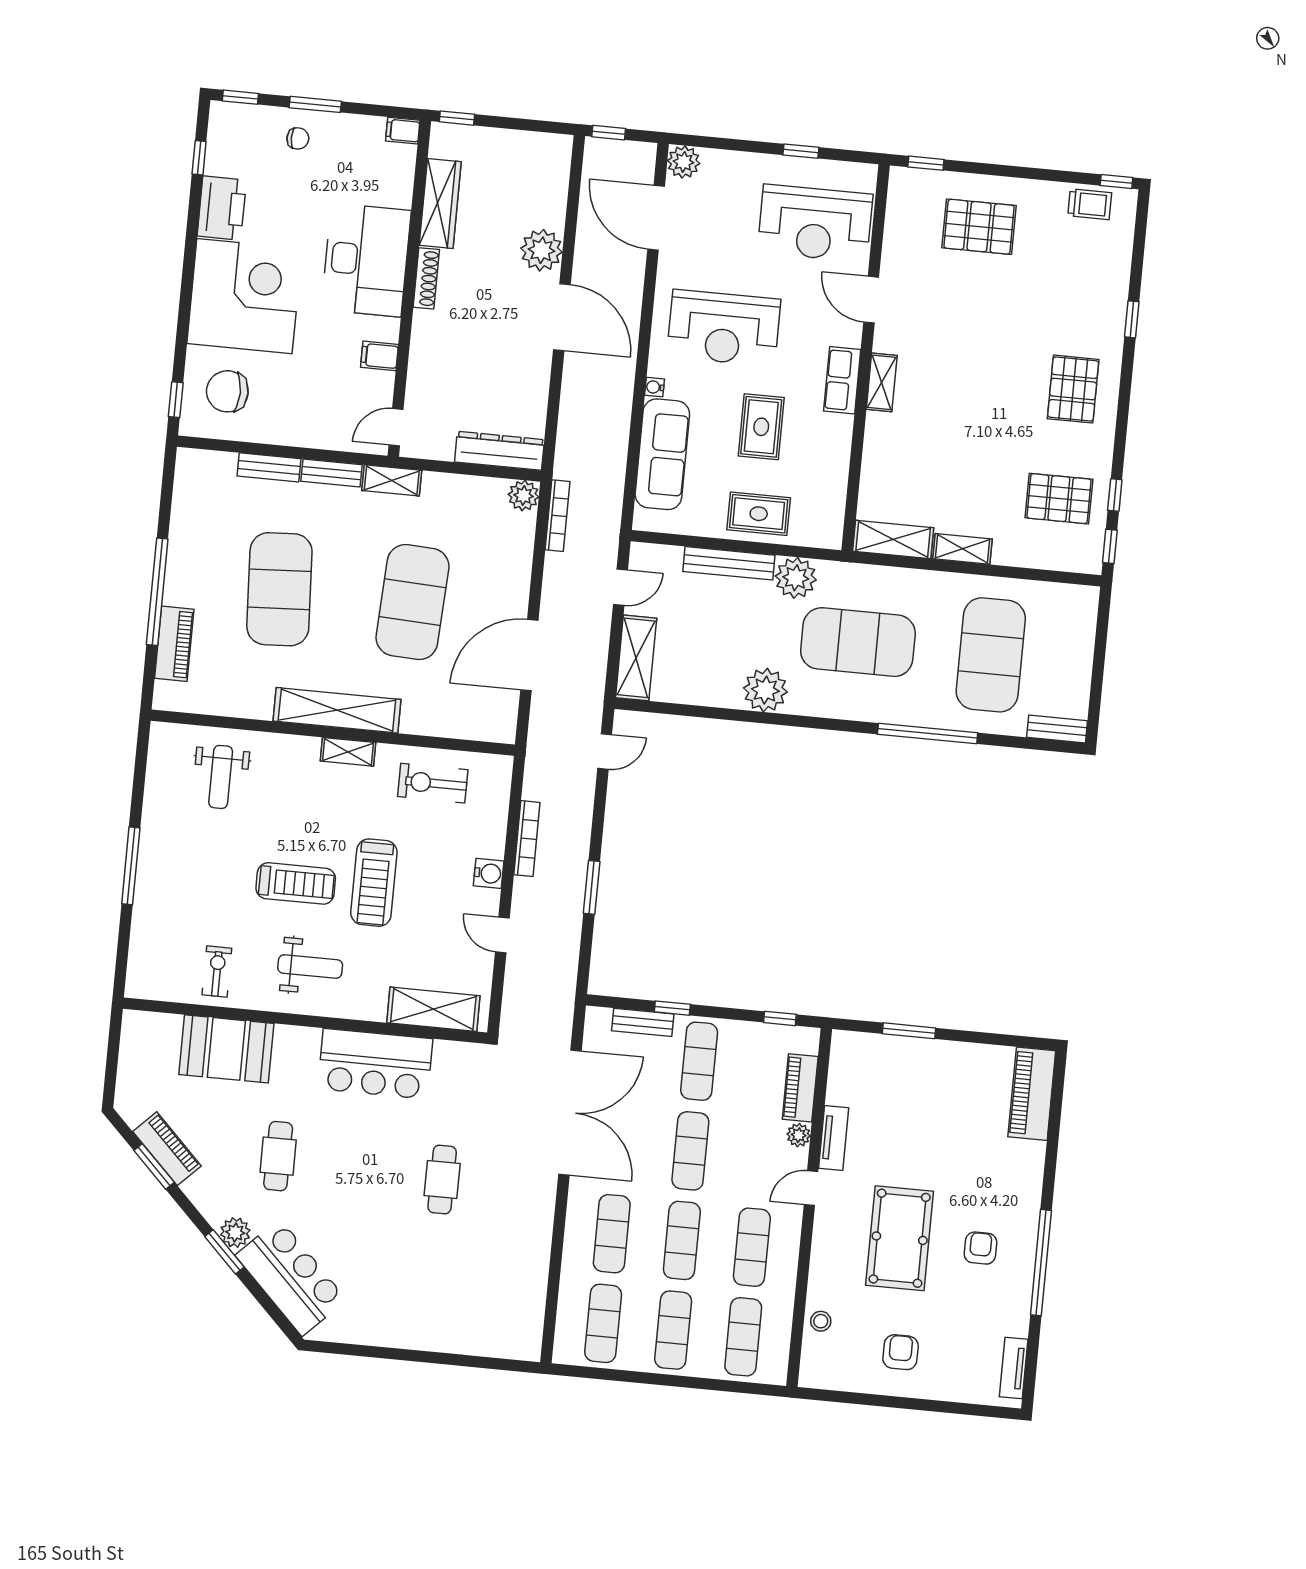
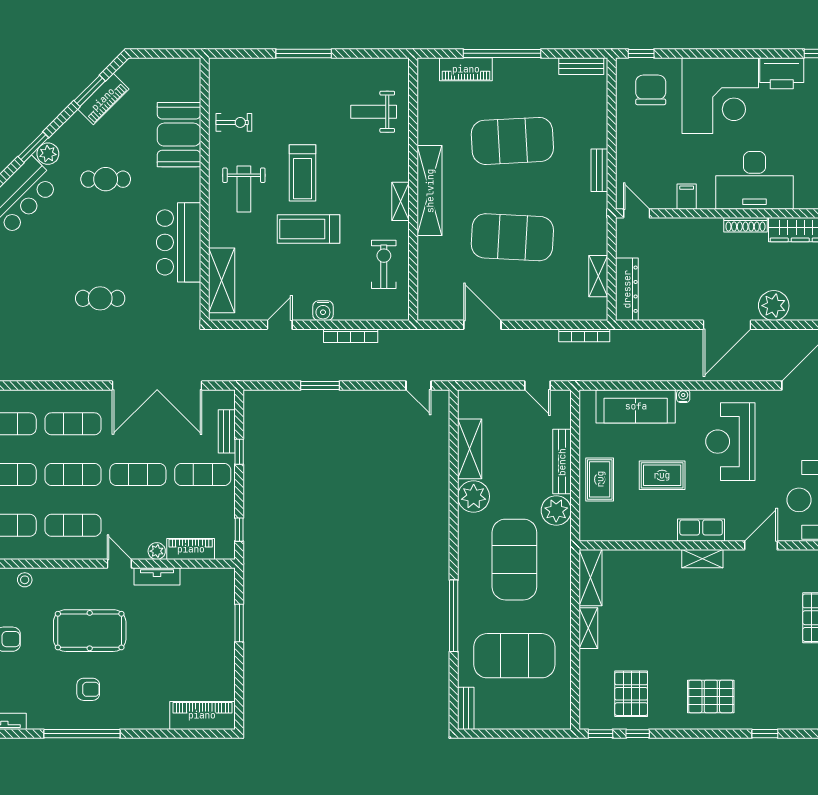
bench: (269, 467) -> (581, 66), moved, turned 90
shelving: (392, 480) -> (598, 276), moved
plant: (524, 496) -> (596, 310), removed
door: (529, 655) -> (482, 325), width x0.73
shelving: (636, 658) -> (470, 449), moved, turned 90

